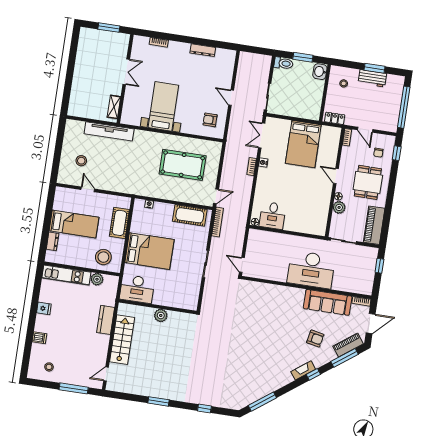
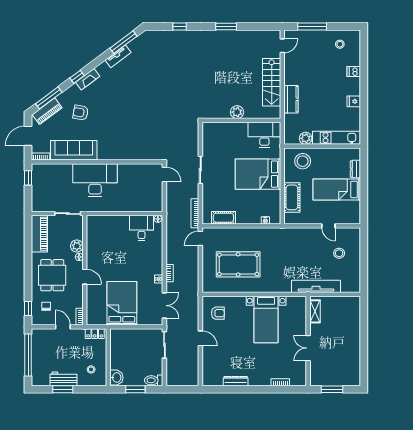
cot: (190, 215) -> (223, 218), width x0.73, depth x0.75
window: (379, 266) -> (28, 178), moved
tv unit: (270, 388) -> (118, 56), added

